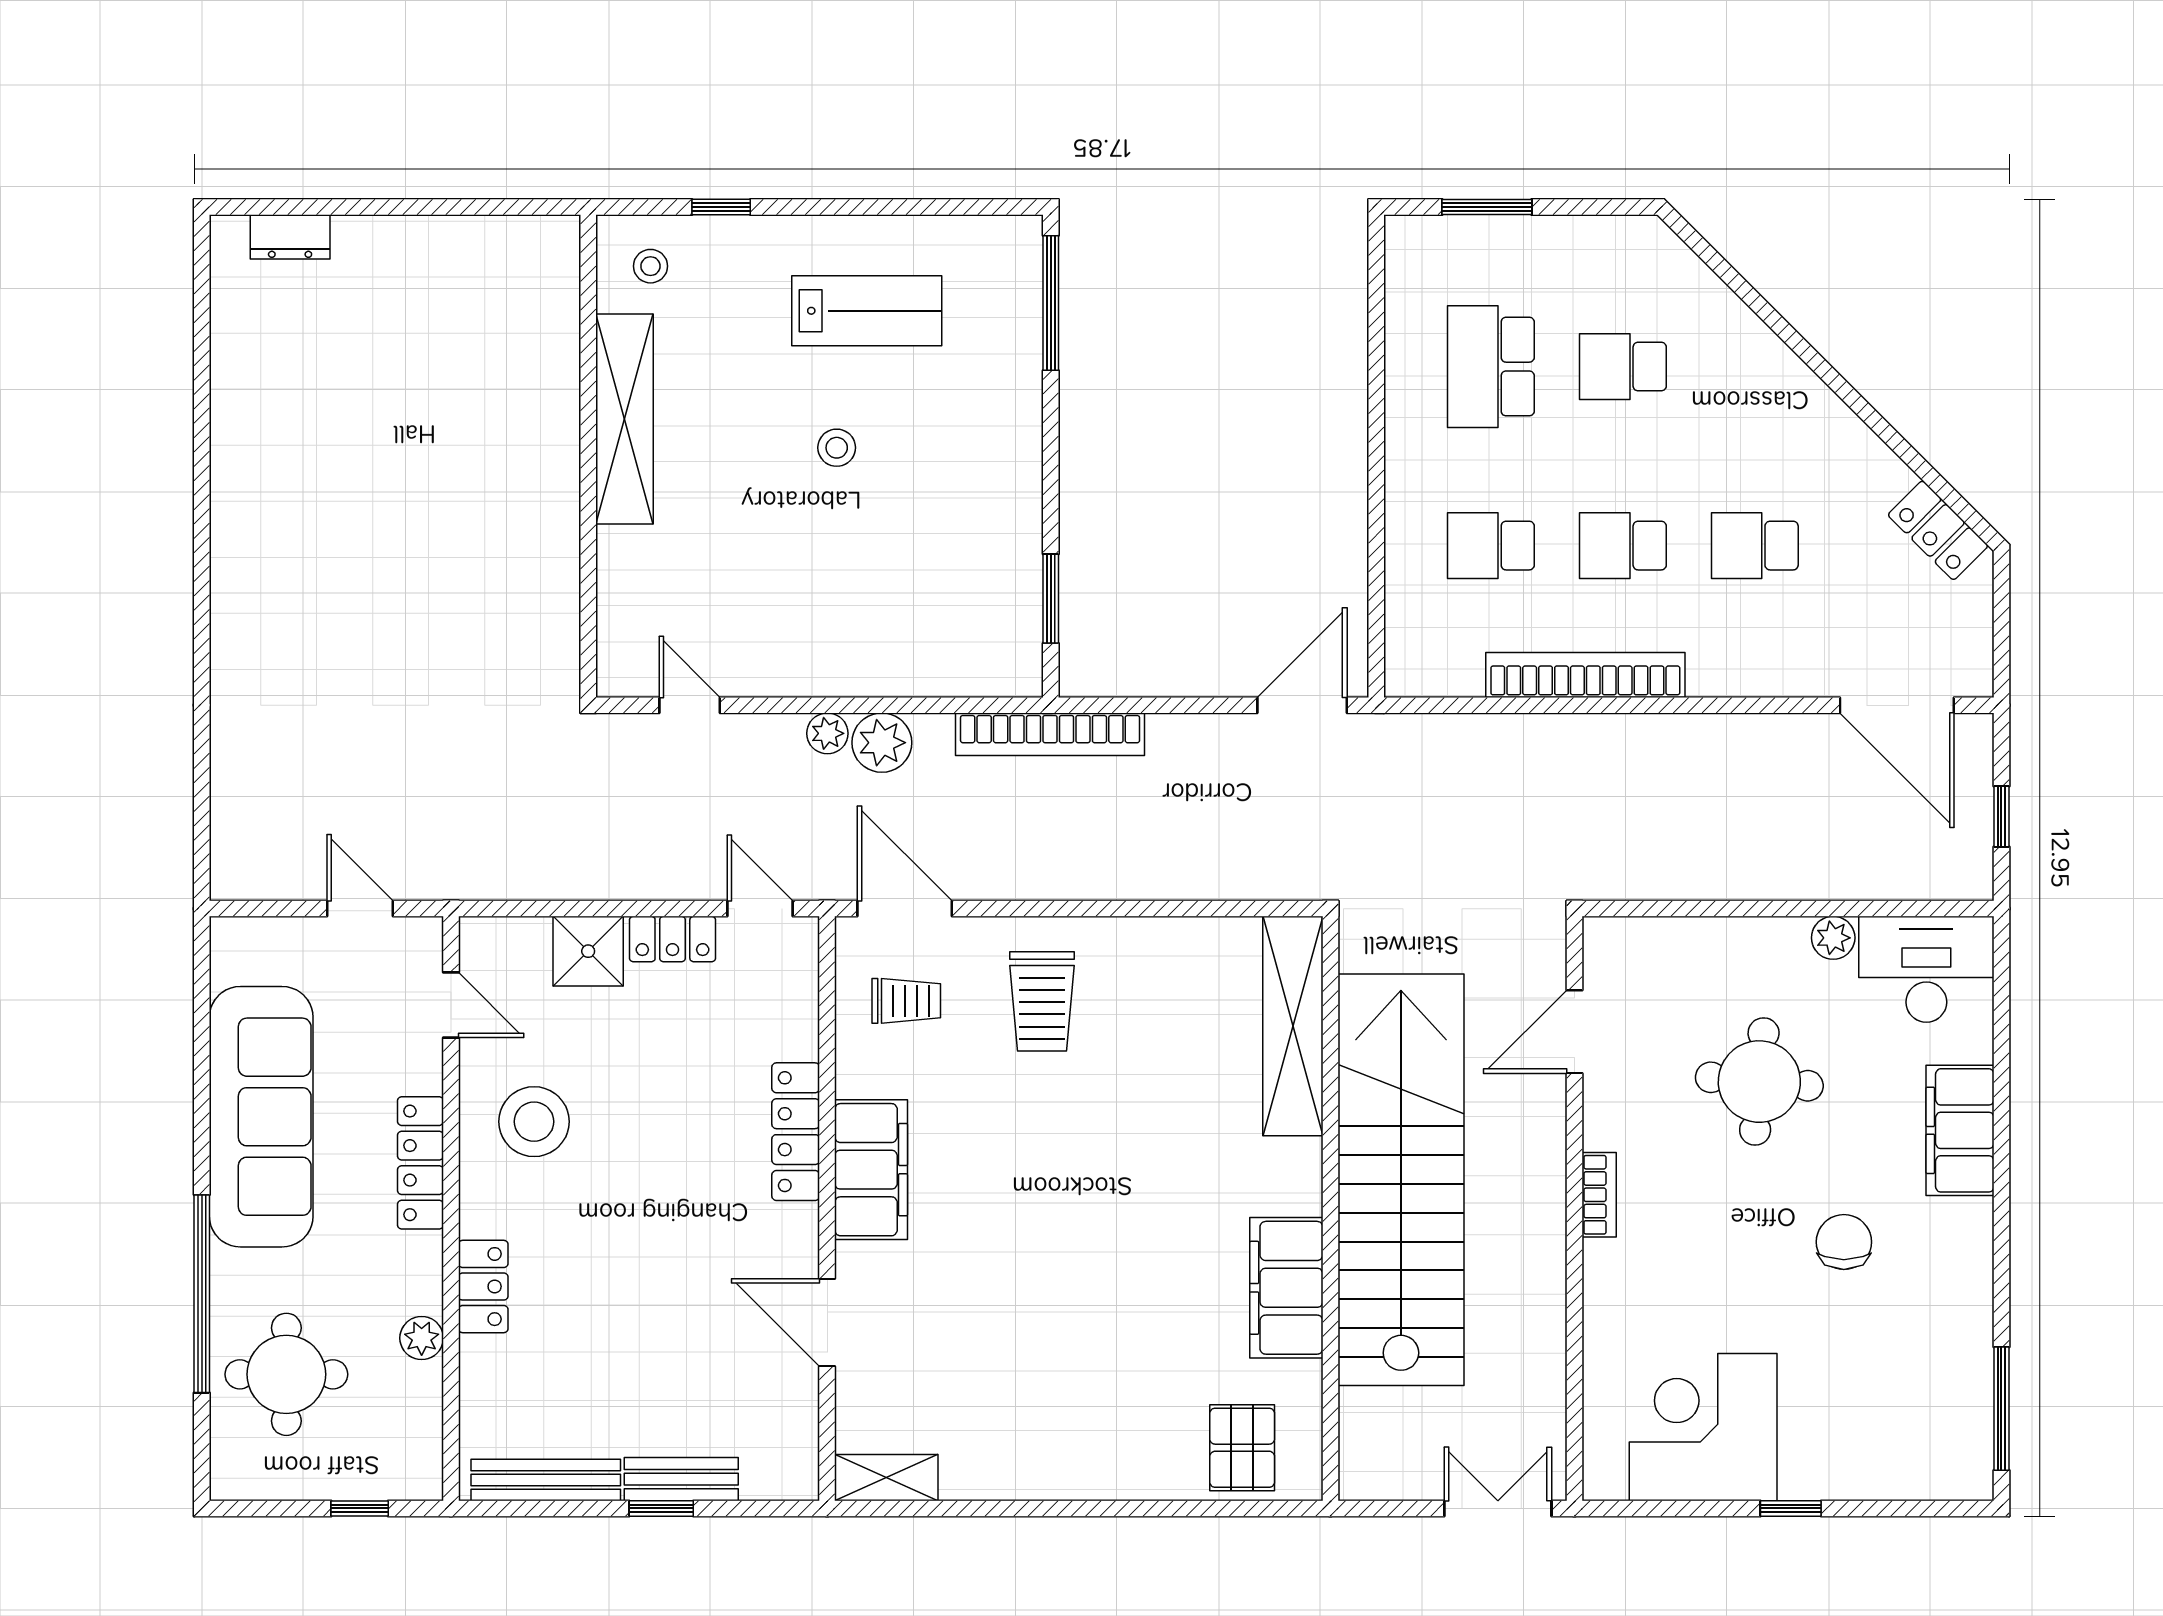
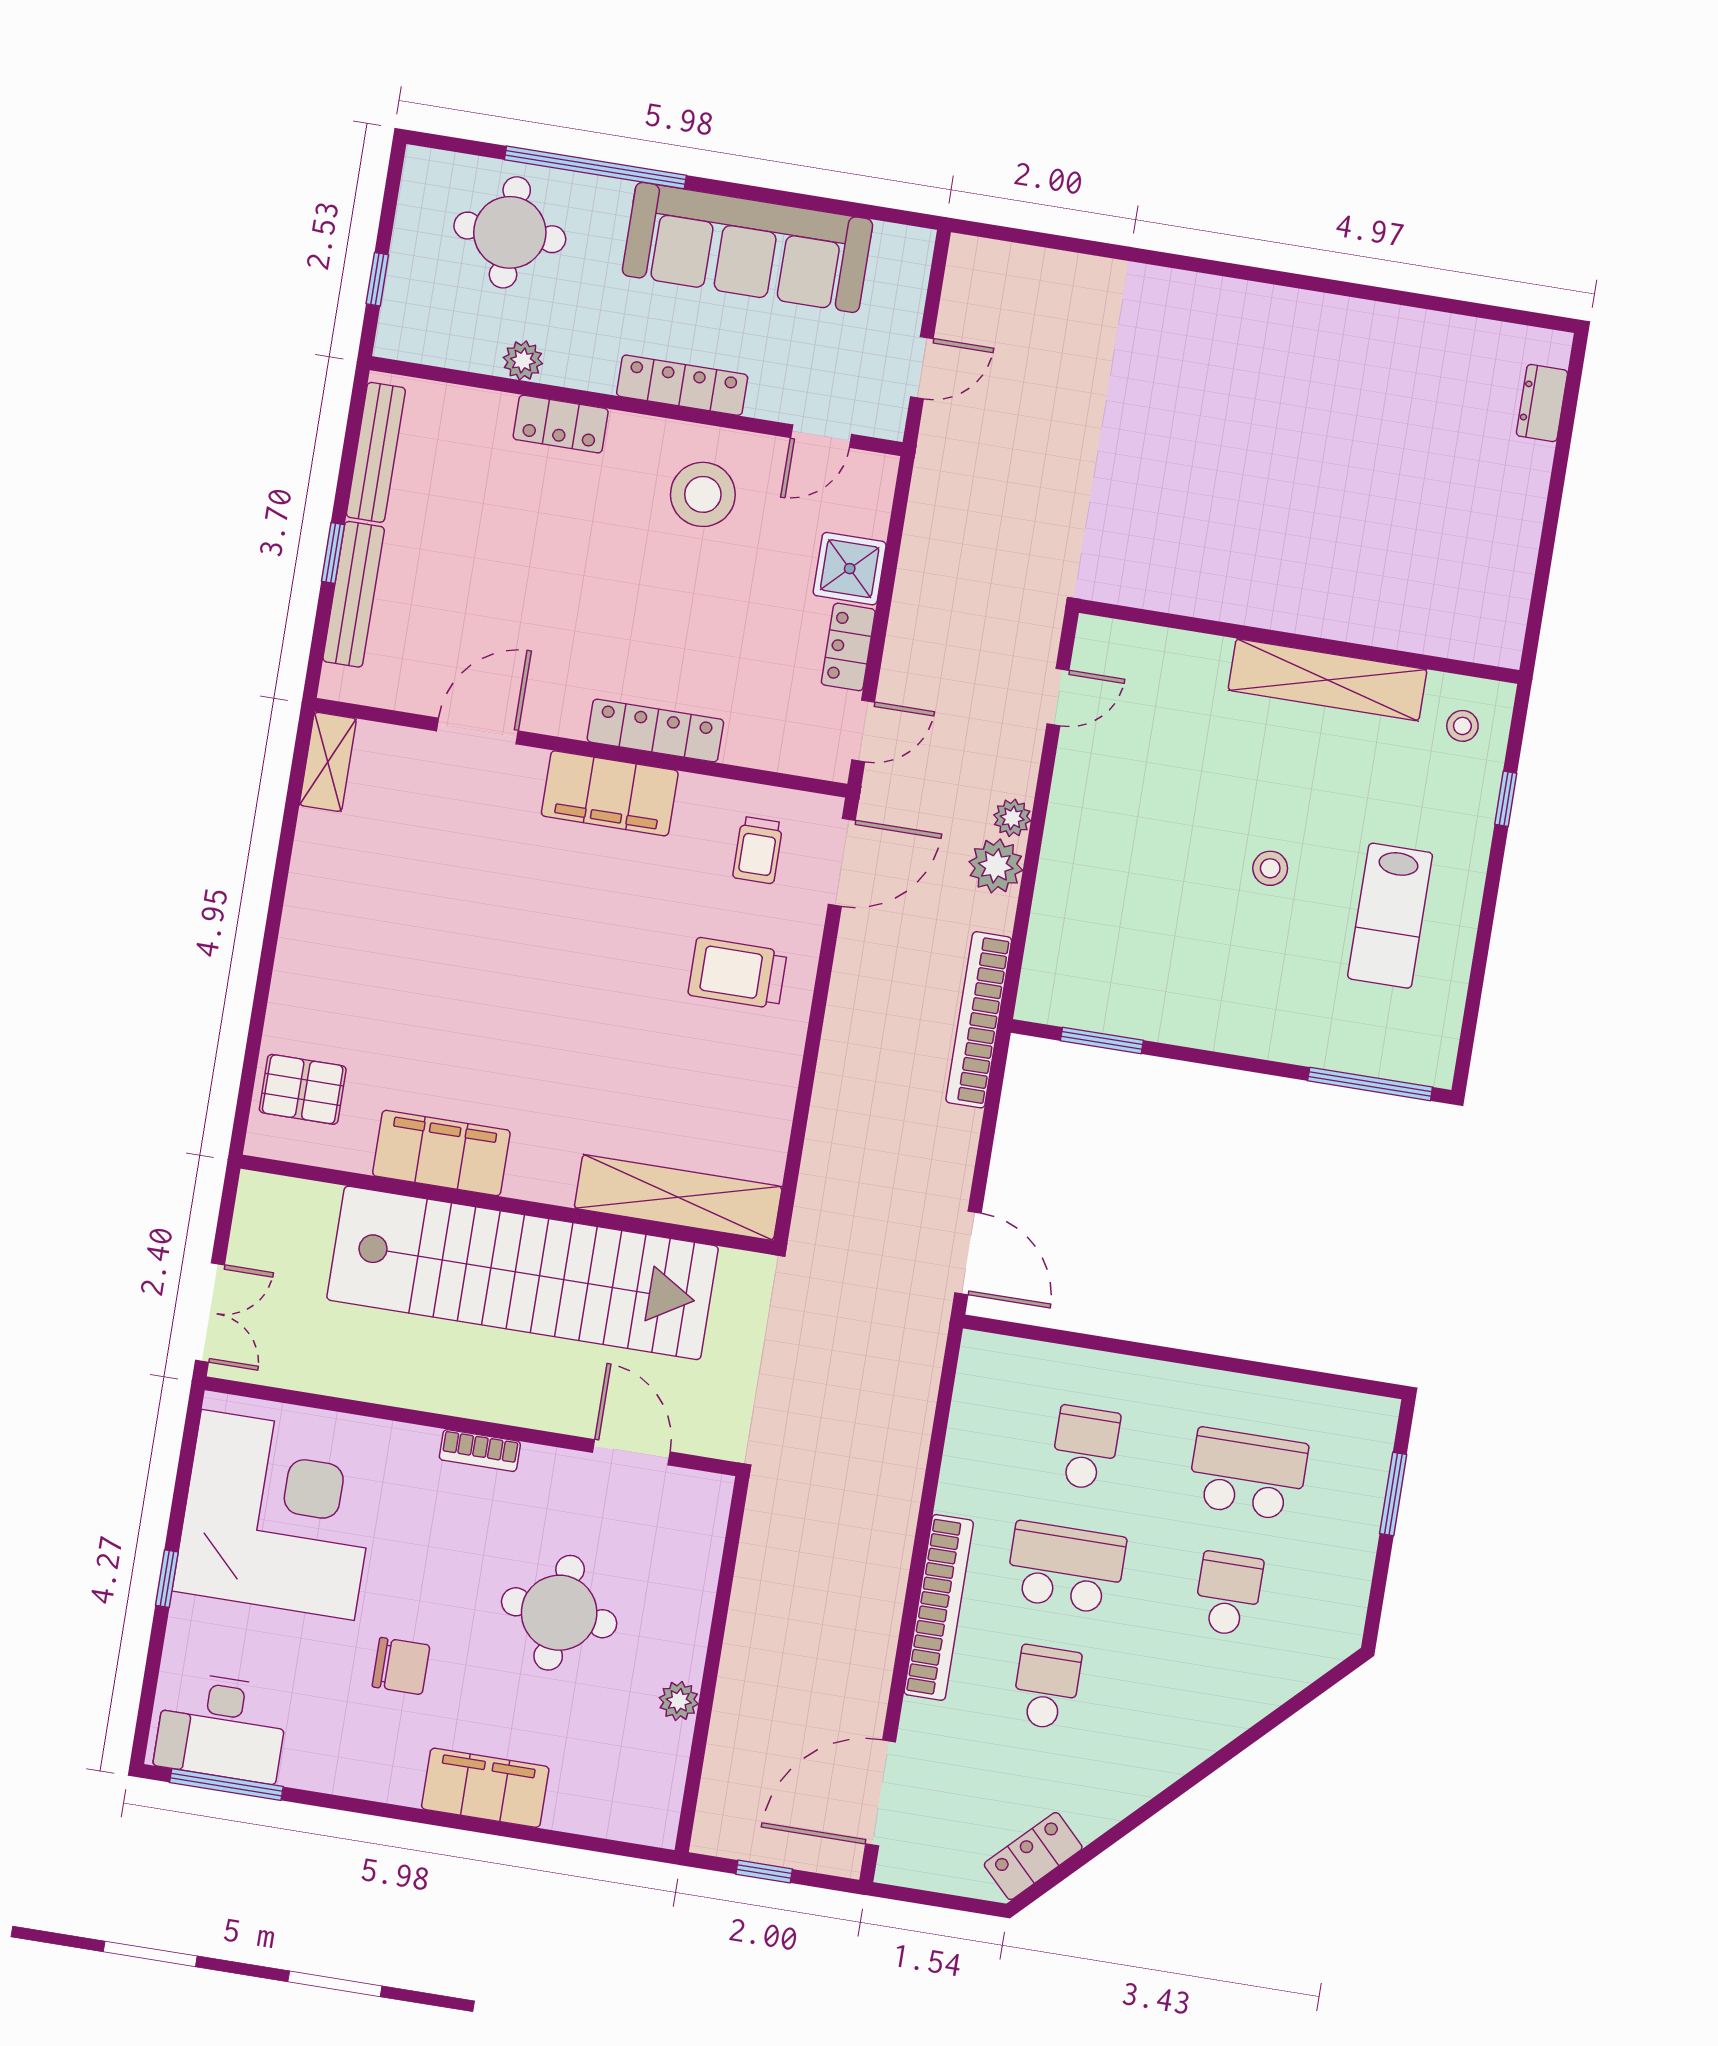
school desk: (1623, 546) -> (1066, 1568), width x1.85
bookcase: (1585, 675) -> (939, 1607), moved
desk: (1926, 969) -> (222, 1727), moved, turned 90
corner desk: (1703, 1427) -> (278, 1515), width x1.36, depth x1.36
bench: (681, 1479) -> (354, 594), width x1.36

